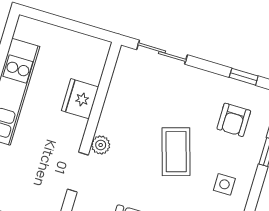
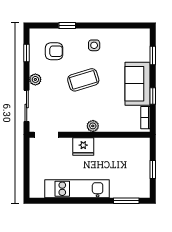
plant: (199, 78) -> (35, 79), added
fridge: (80, 99) -> (83, 147), moved
doorway: (78, 172) -> (46, 135), moved

